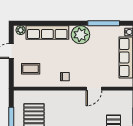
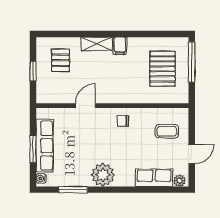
window: (104, 23) -> (73, 190), width x0.69
row of seats: (47, 32) -> (154, 178), width x0.68

